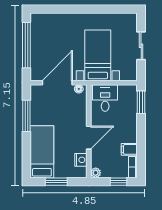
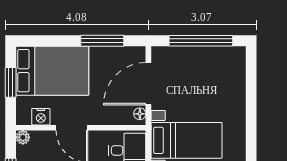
door: (57, 83) -> (148, 84), swing flipped
bed: (42, 152) -> (52, 71), width x1.50

